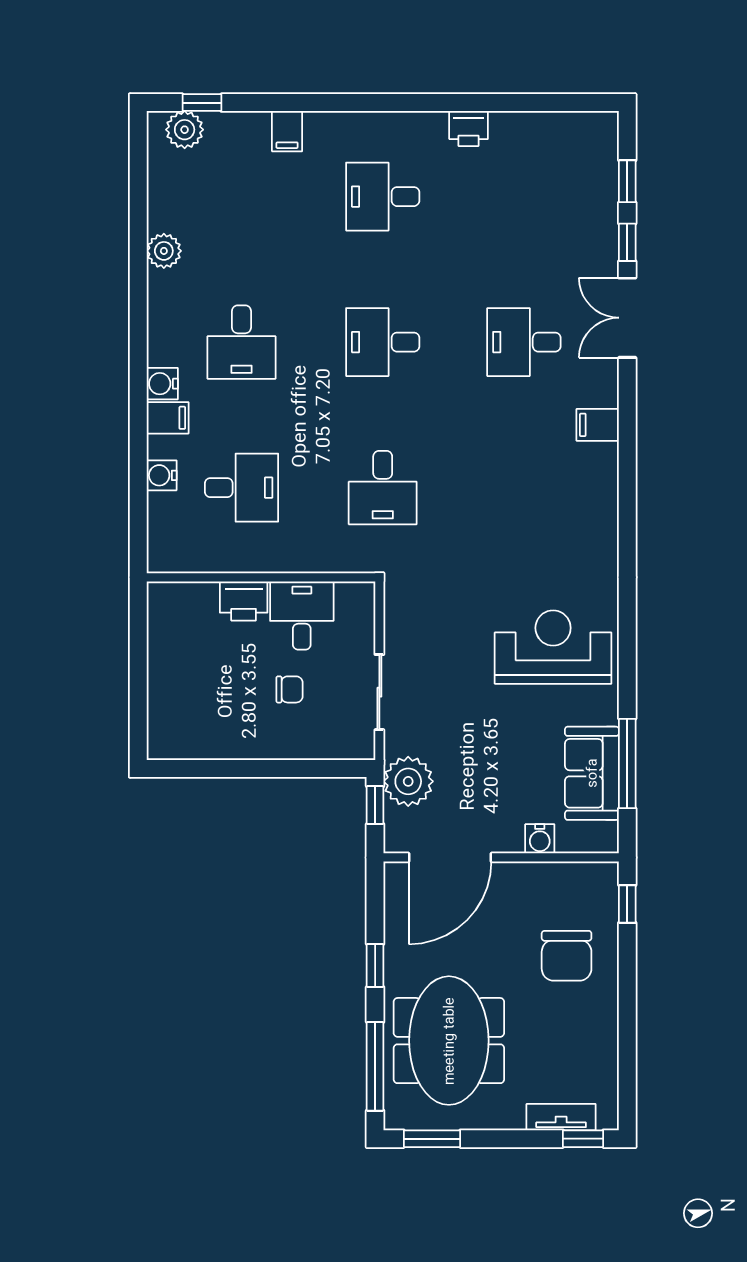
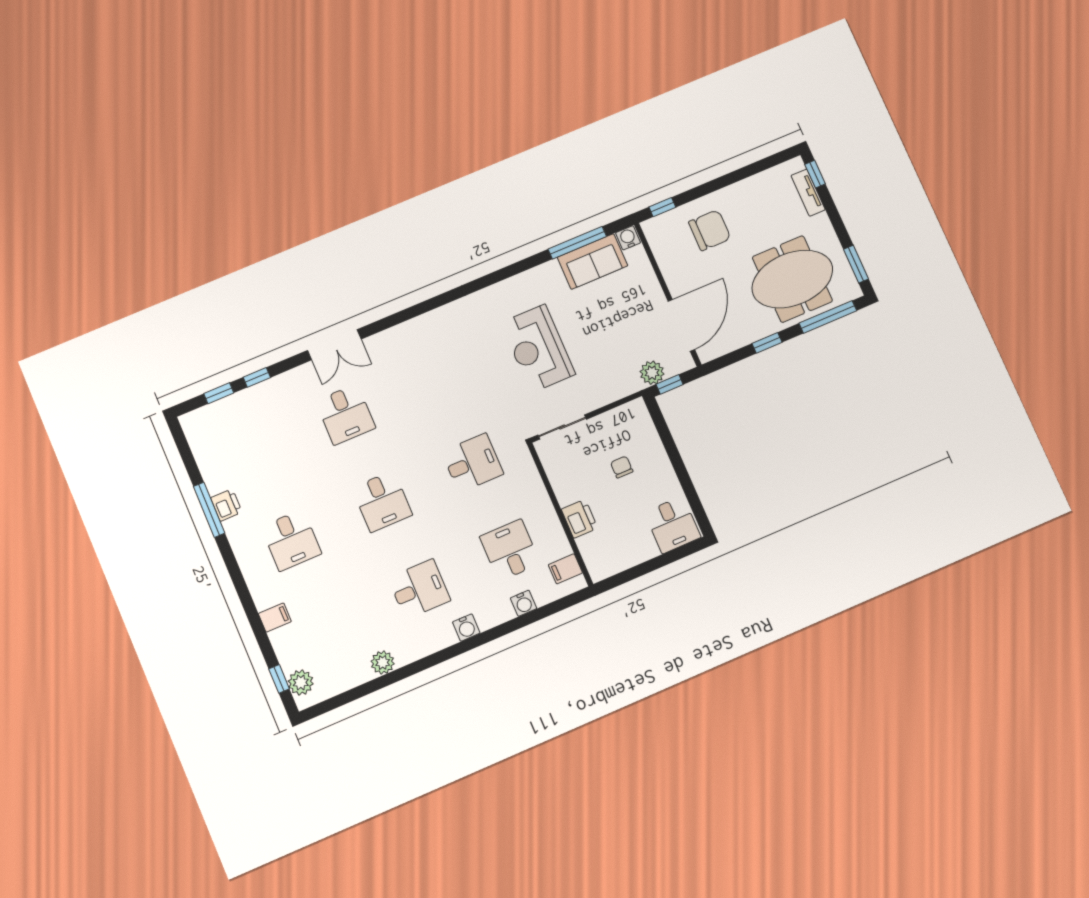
window: (472, 103) -> (209, 510), added
double door: (627, 318) -> (334, 345), moved
filing cabinet: (168, 418) -> (565, 569), moved, turned -90
filing cabinet: (598, 425) -> (378, 348), removed
desk: (302, 615) -> (673, 525), moved, turned -90
reception desk: (553, 647) -> (538, 348), moved
sliding door: (379, 692) -> (562, 427), moved
plant: (408, 781) -> (652, 373), width x0.73, depth x0.73
water cooler: (540, 839) -> (628, 238), moved, turned -90
door: (450, 857) -> (681, 325), hinge flipped

